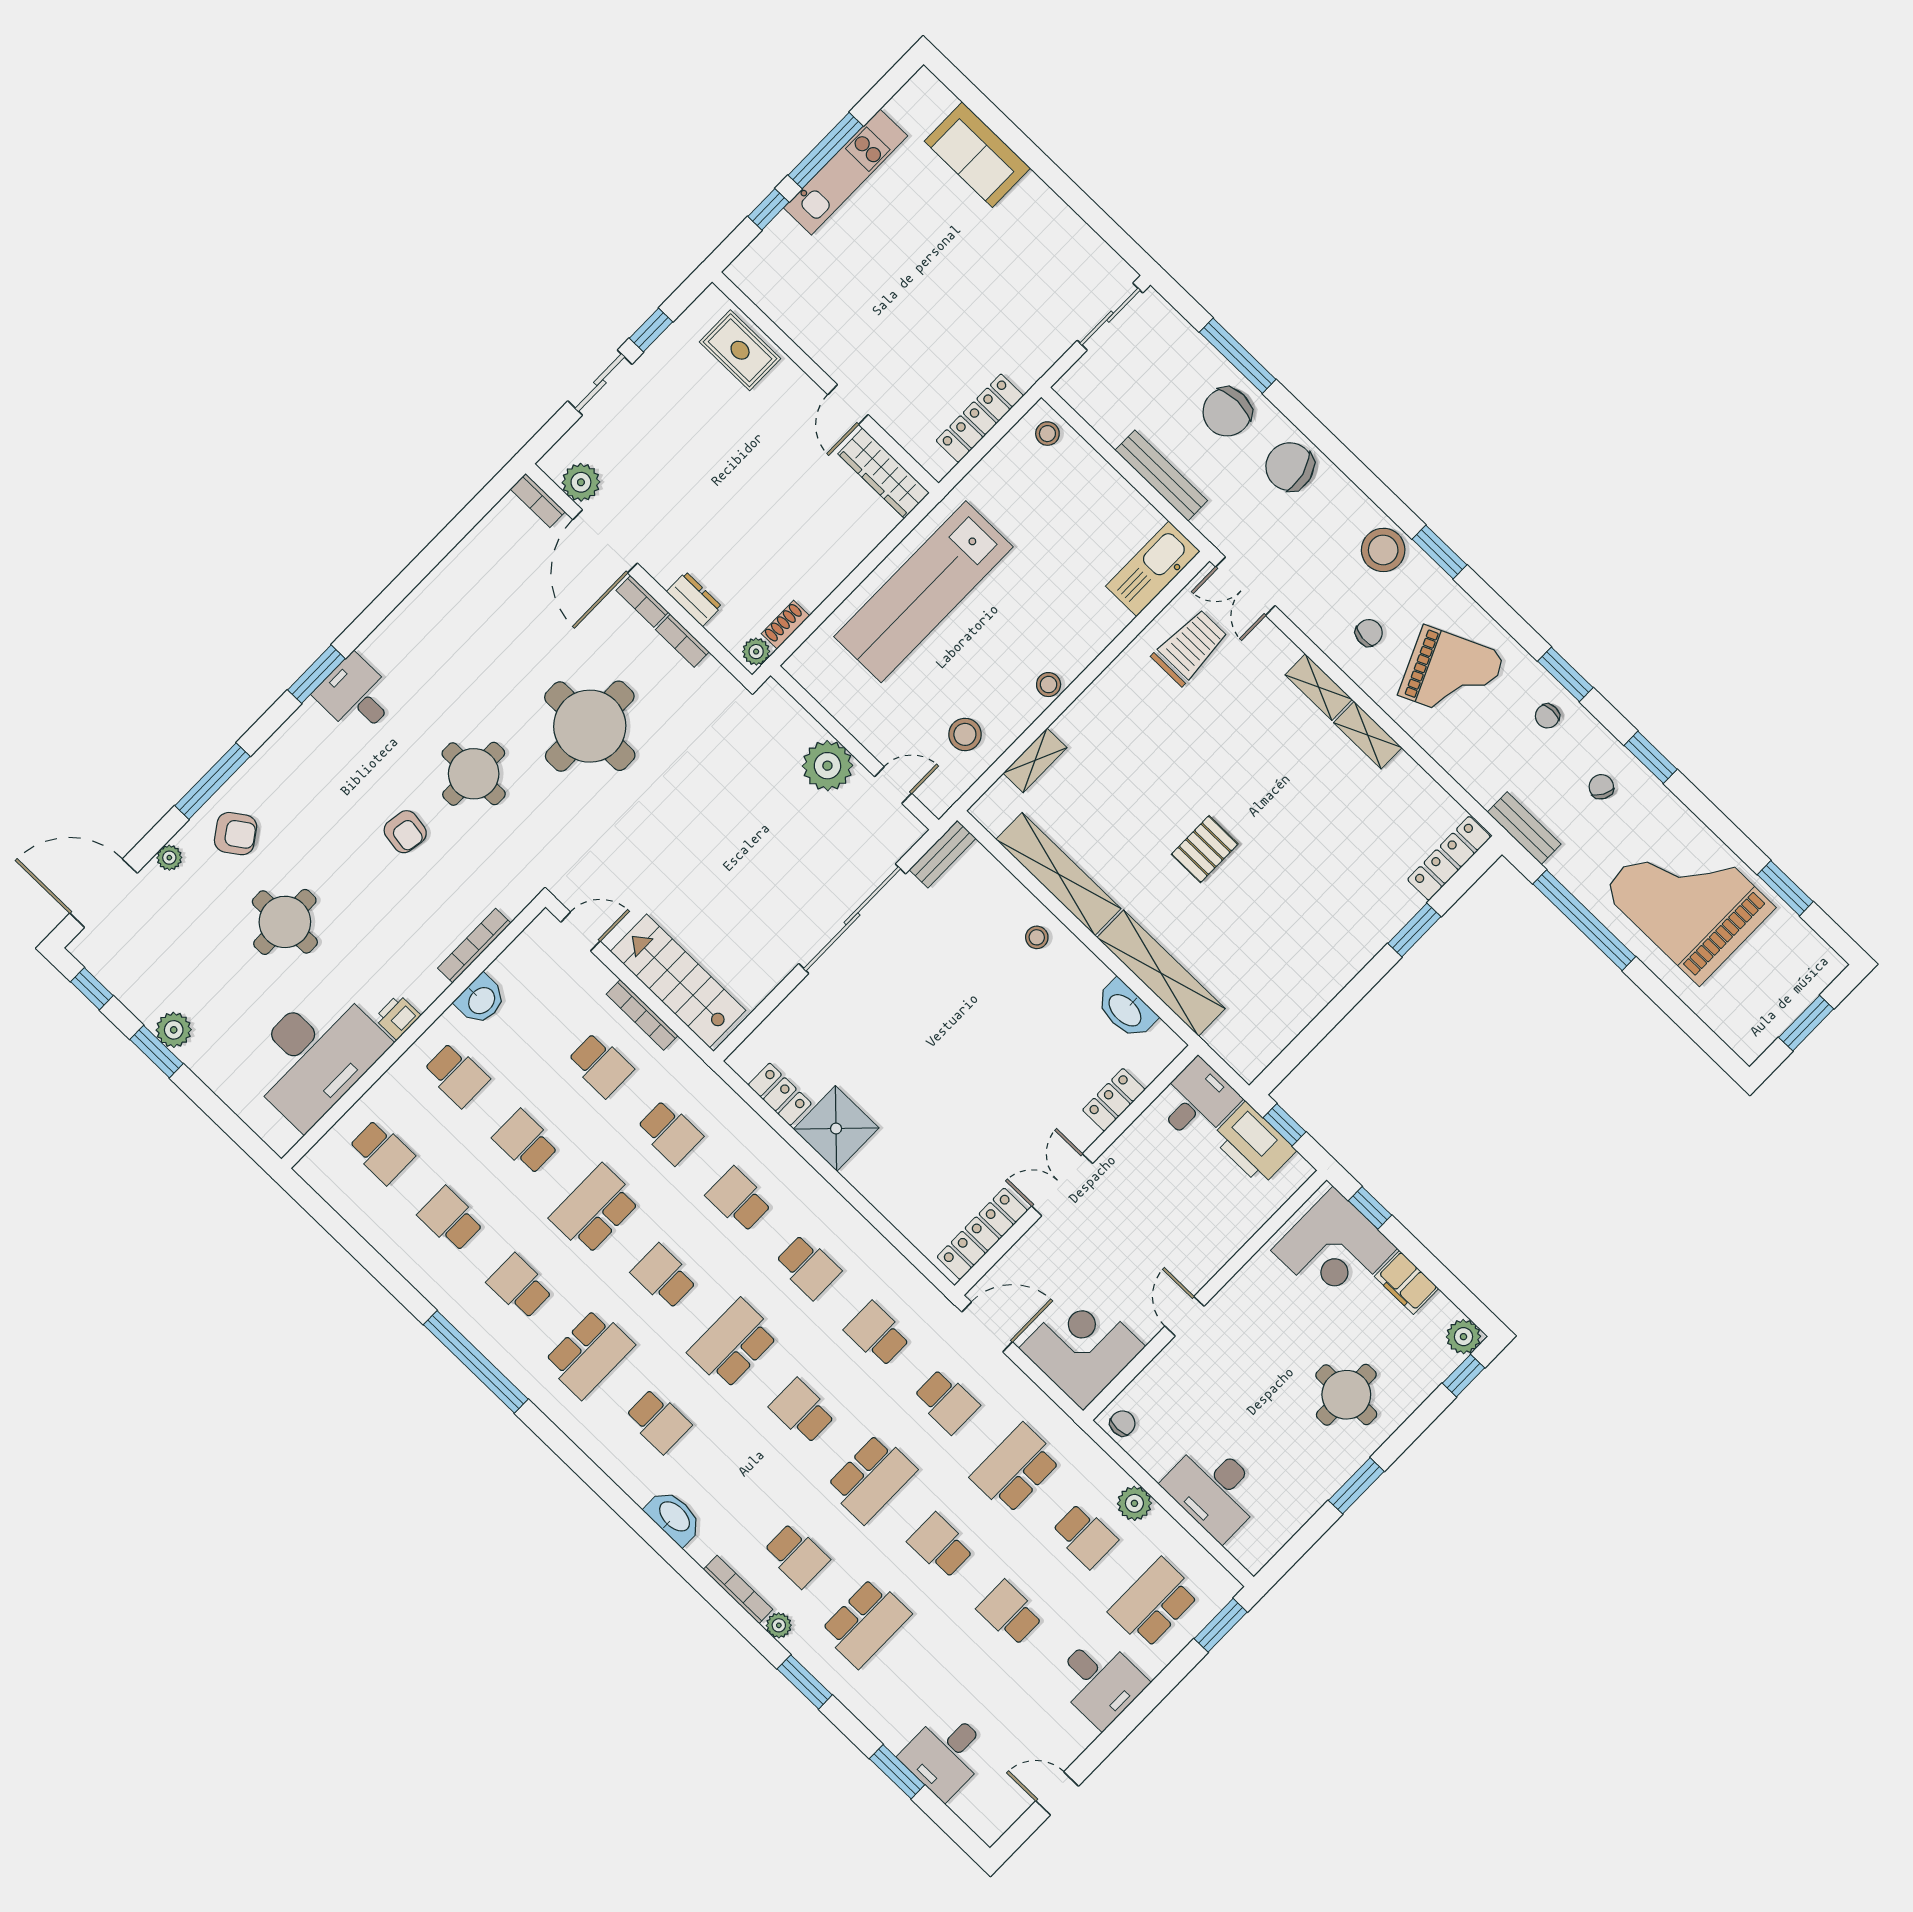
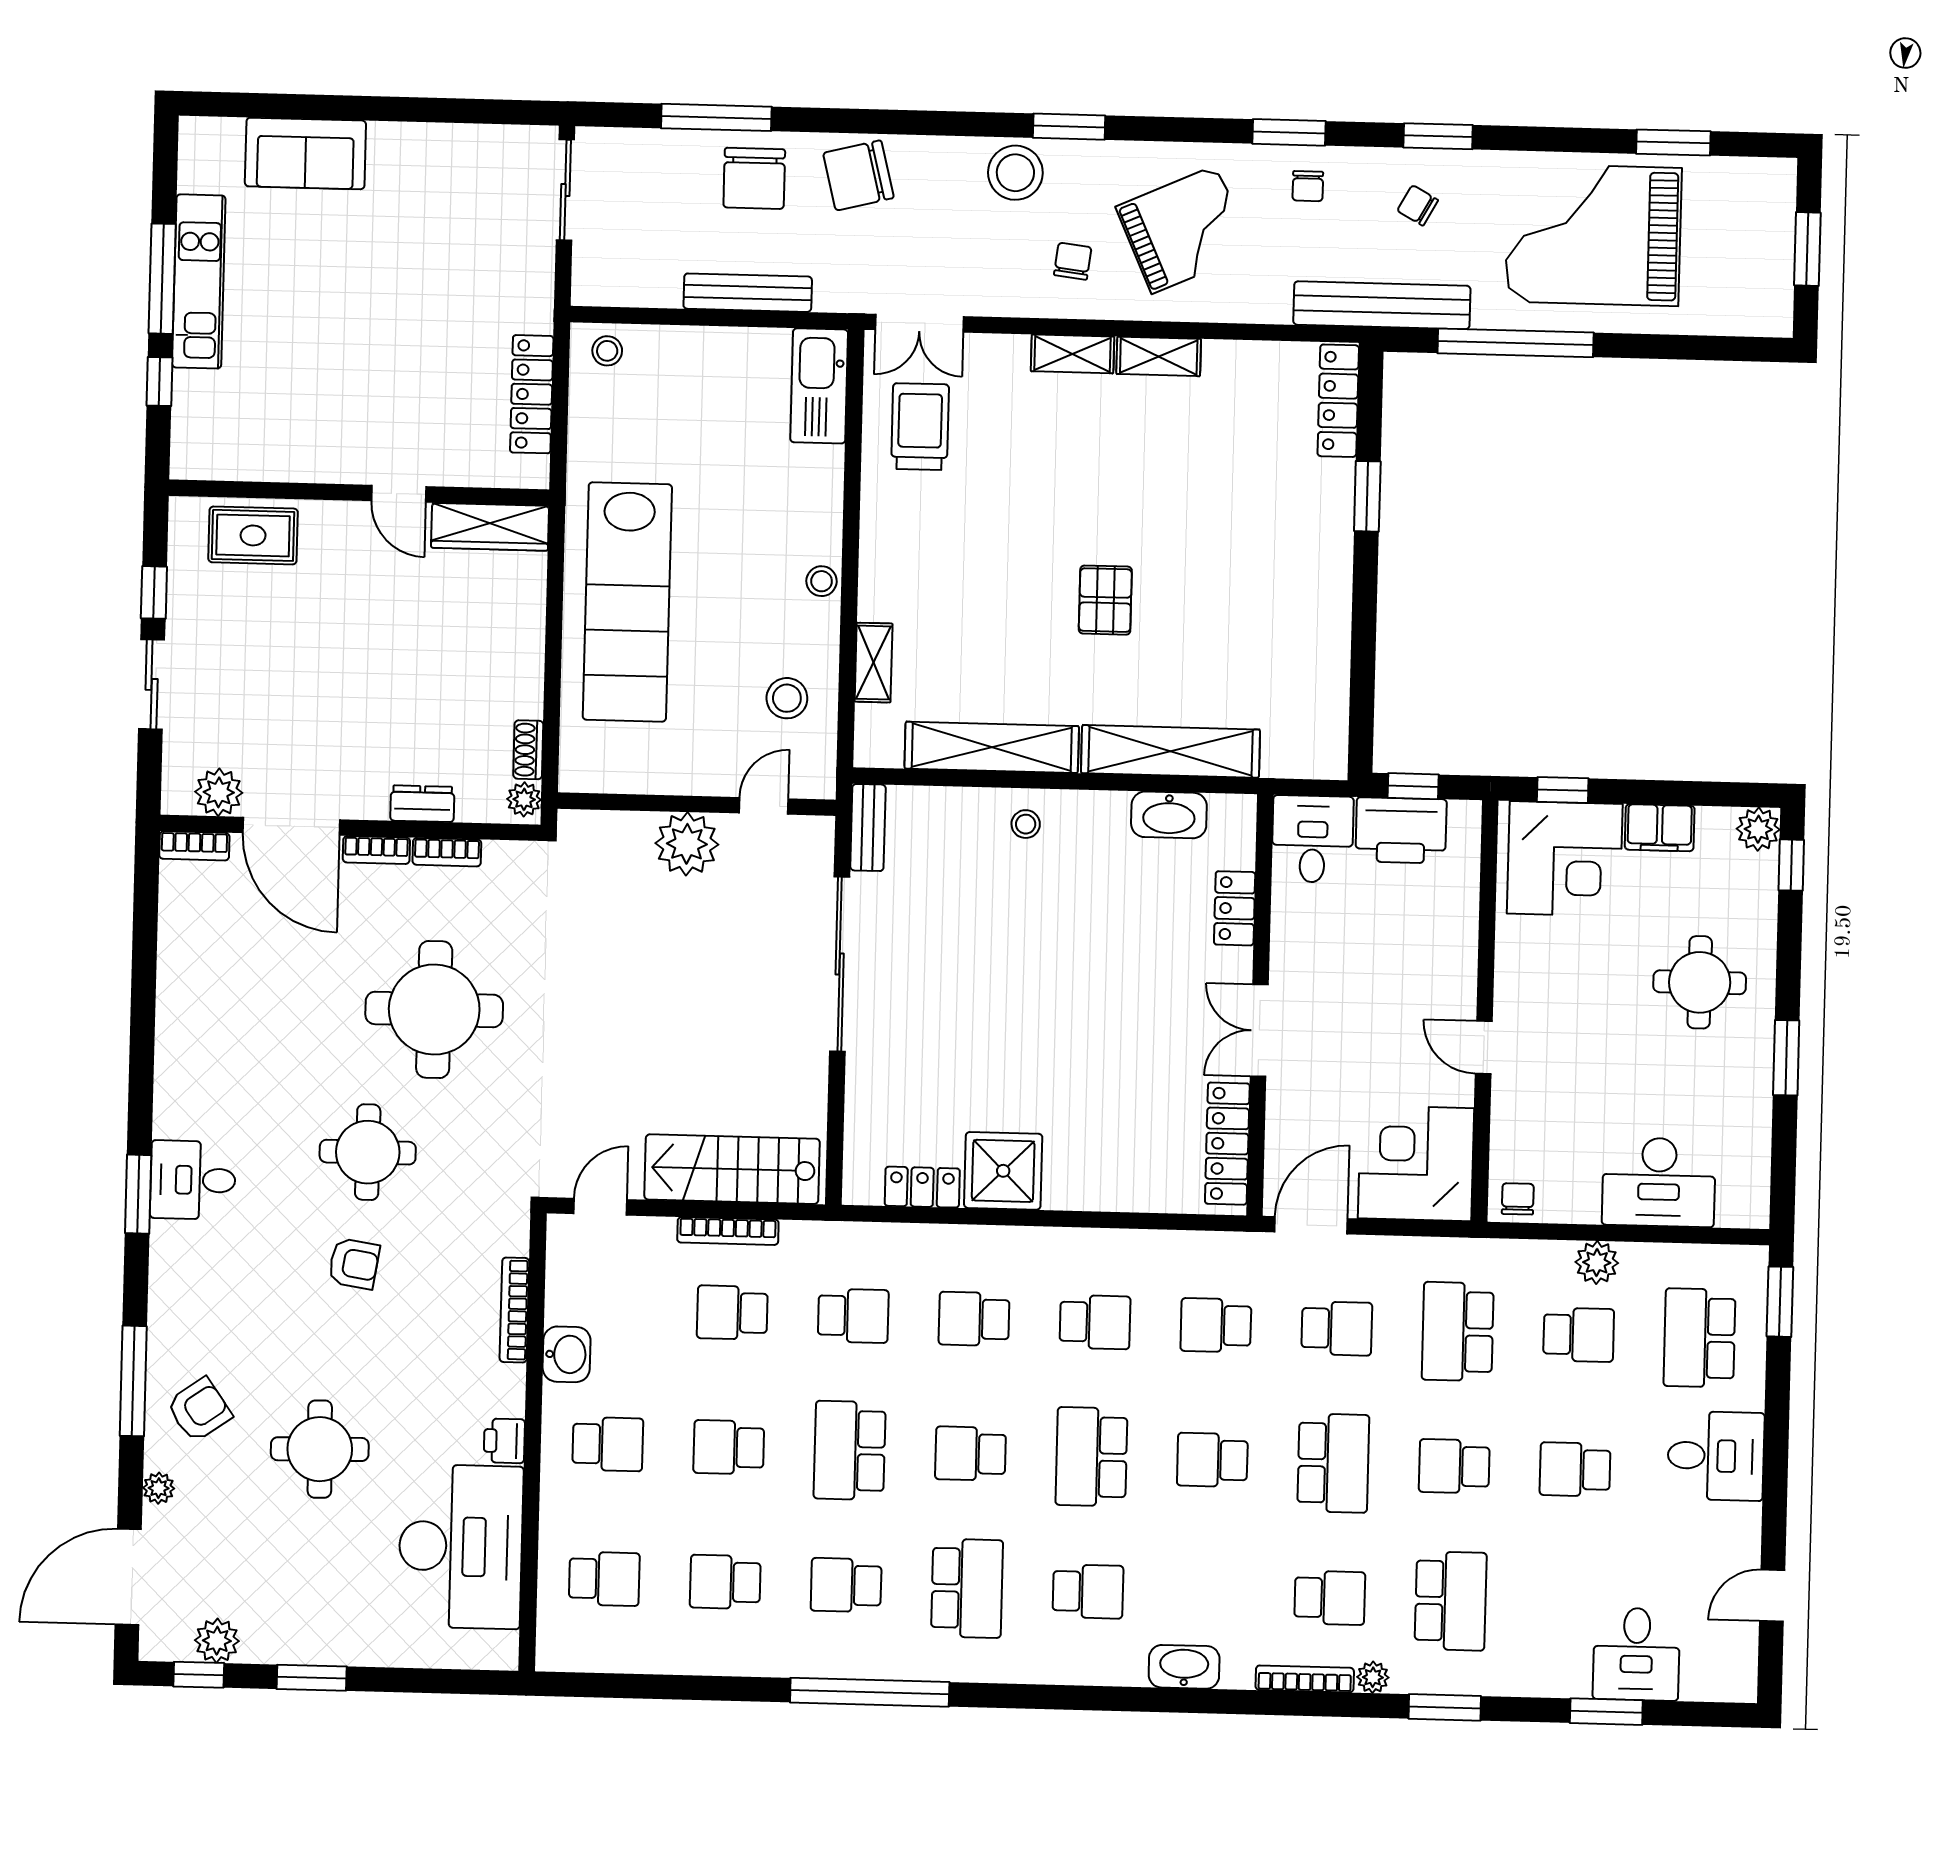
bench: (1524, 828) -> (1382, 305), width x1.86, depth x1.21
plant: (174, 1030) -> (217, 1641), moved
school desk: (601, 1065) -> (732, 1313), turned 180

